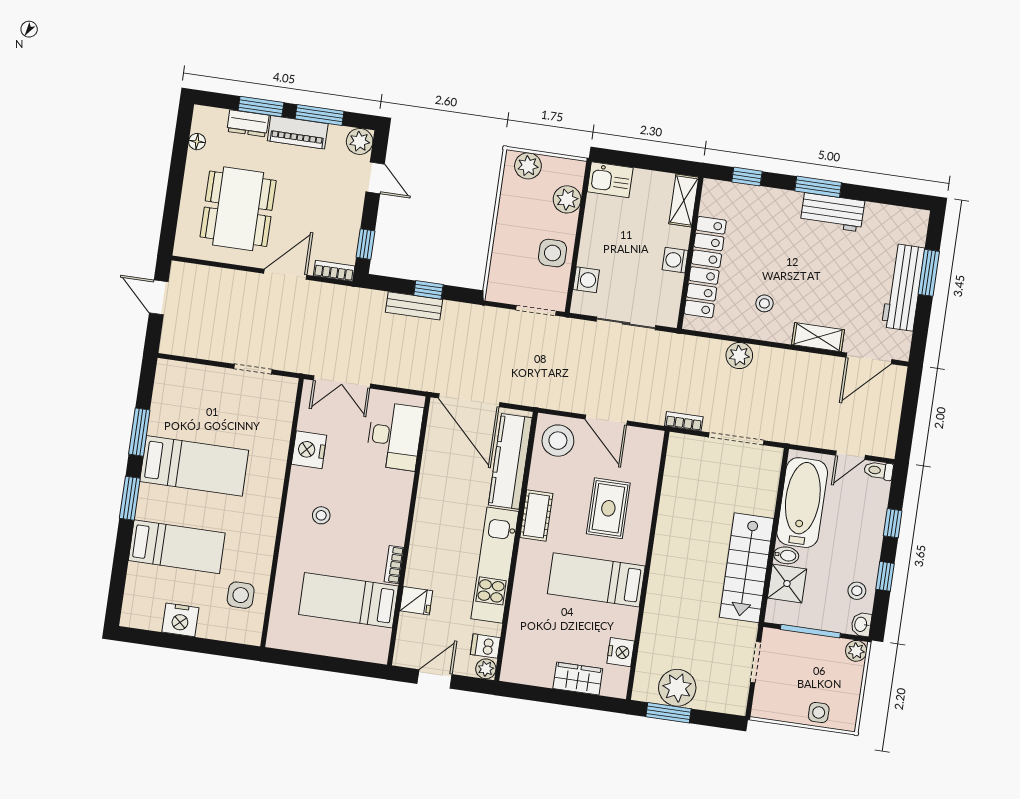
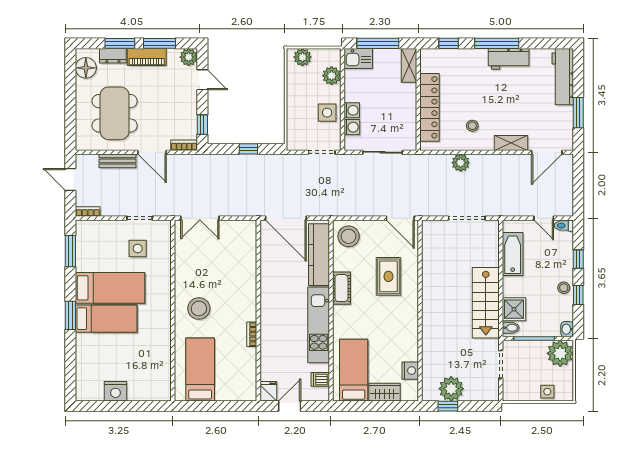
floor lamp: (197, 142) -> (86, 68), width x1.89, depth x1.89
window: (642, 161) -> (378, 43), added
window: (818, 187) -> (497, 43), width x1.44
washing machine: (675, 260) -> (352, 110), moved, turned 180
window: (929, 273) -> (578, 113), moved
door: (285, 274) -> (152, 152), swing flipped
workbench: (903, 287) -> (563, 77), moved
bench: (414, 306) -> (118, 161), moved
door: (606, 420) -> (400, 218), moved
bookcase: (684, 421) -> (88, 212), moved
window: (139, 432) -> (70, 251), moved
desk: (394, 436) -> (240, 249), removed
nightstand: (309, 450) -> (185, 266), removed
door: (850, 455) -> (544, 218), hinge flipped
bathtub: (802, 503) -> (513, 254), width x0.73, depth x0.73
stool: (321, 515) -> (199, 308), width x1.89, depth x1.89
bed: (177, 547) -> (106, 319), moved
bidet: (786, 555) -> (511, 328), moved
bed: (596, 580) -> (354, 370), moved, turned 90
stool: (857, 591) -> (564, 288), moved
side table: (241, 595) -> (138, 249), moved
bed: (349, 600) -> (200, 369), moved, turned 90
fridge: (416, 601) -> (268, 391), moved, turned -90
plant: (856, 651) -> (560, 353), width x1.88, depth x1.88
plant: (486, 669) -> (323, 394), removed
window: (668, 713) -> (448, 406), width x0.67

